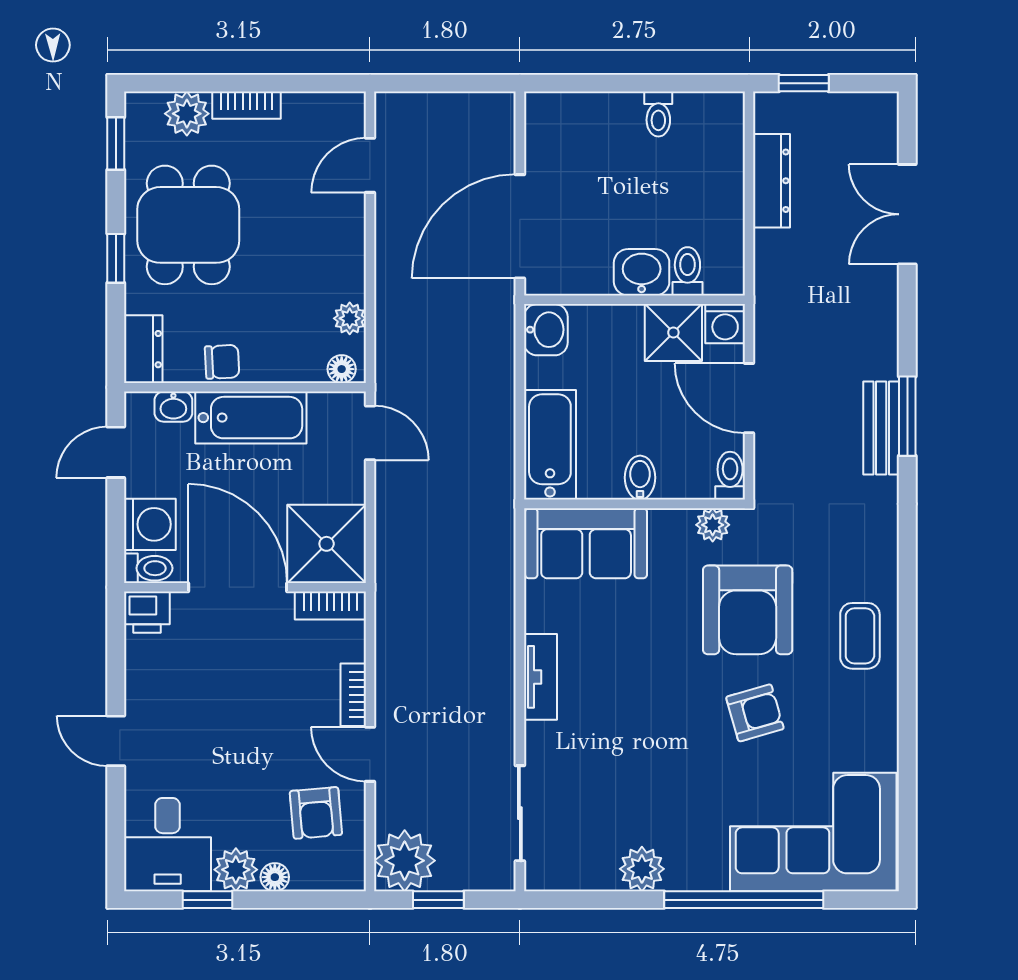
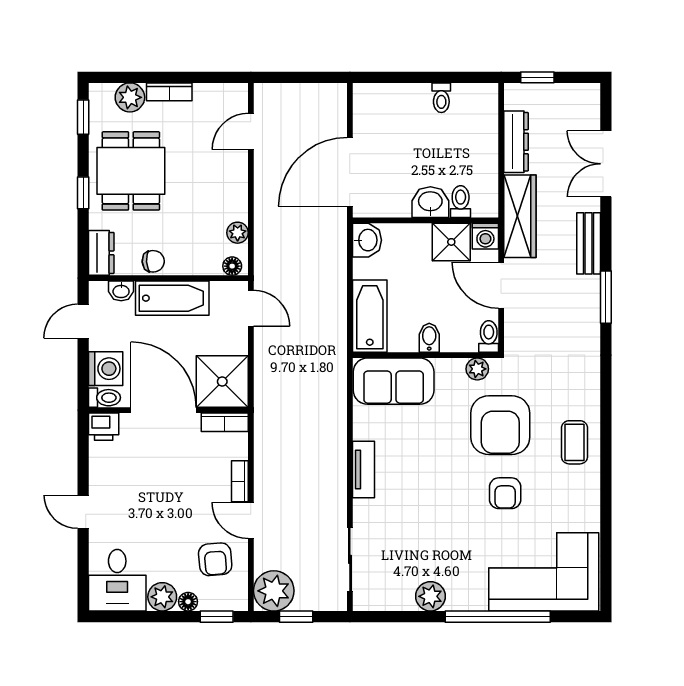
wardrobe: (777, 294) -> (520, 216), added
bench: (881, 428) -> (589, 243), moved
armchair: (755, 713) -> (505, 493), turned 106
window: (207, 900) -> (217, 617), moved

